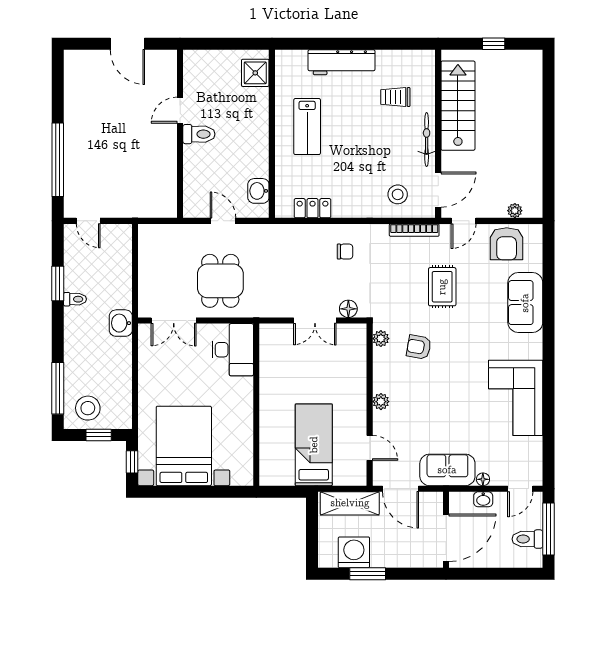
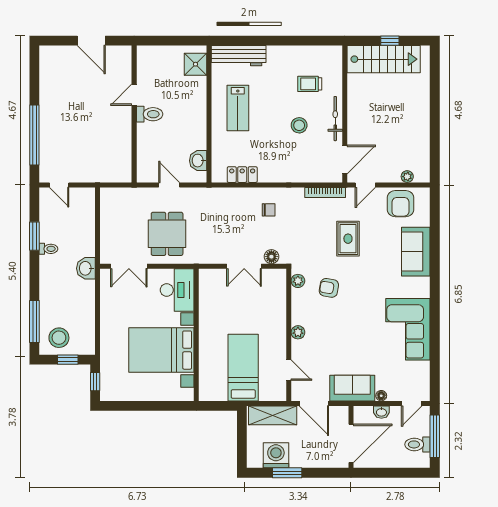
workbench: (342, 62) -> (239, 56), moved
stairs: (458, 106) -> (384, 59), moved, turned 90
stool: (398, 194) -> (299, 125), moved
bed with nightstands: (184, 446) -> (161, 350), moved, turned -90

